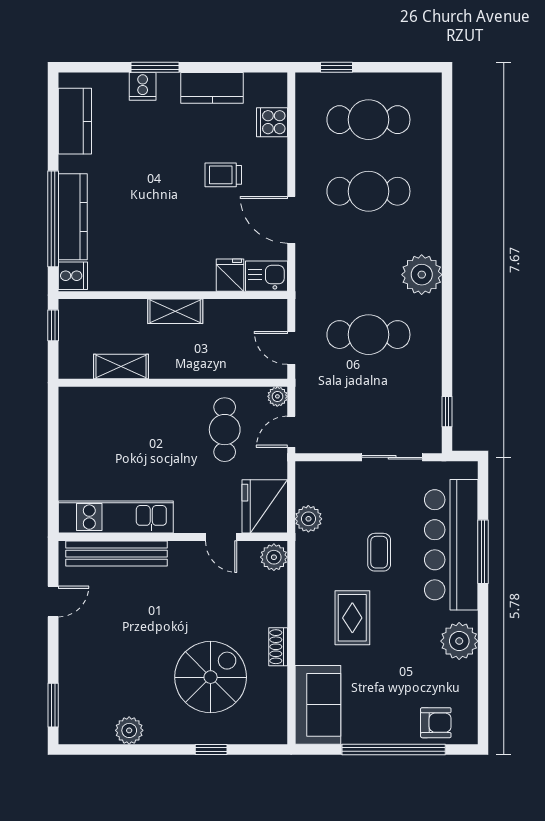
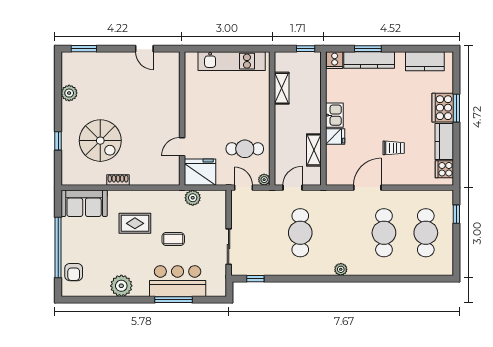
cooker: (143, 86) -> (443, 108), width x1.87, depth x1.31
cooker: (272, 122) -> (444, 169), moved, turned -90
trolley: (223, 175) -> (394, 148), turned 90
window: (53, 219) -> (368, 49), width x0.47
fridge: (230, 275) -> (335, 136), moved
plant: (422, 275) -> (341, 269), width x0.53, depth x0.53
kitchen sink: (266, 276) -> (334, 115), moved
shelving: (175, 311) -> (314, 150), moved
kitchen unit: (116, 517) -> (232, 61), moved, turned 90
bar counter: (451, 545) -> (178, 281), width x0.73
bench: (117, 554) -> (172, 86), removed
plant: (274, 557) -> (170, 178), removed

